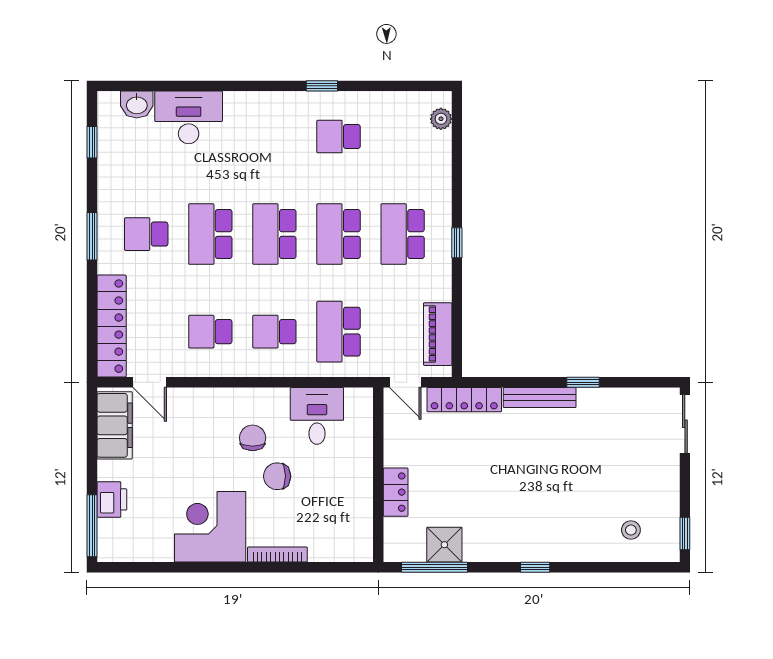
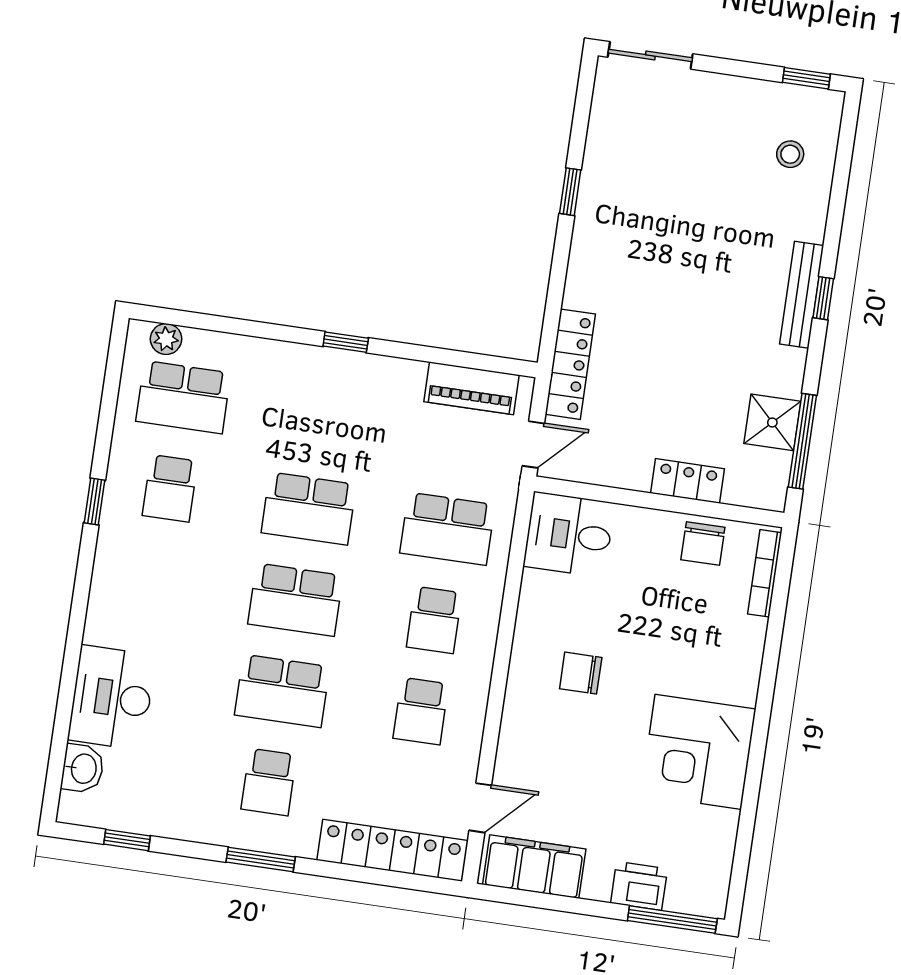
school desk: (403, 234) -> (183, 397), moved
bench: (540, 397) -> (802, 295), moved
desk: (317, 416) -> (569, 535), moved
chair: (277, 476) -> (703, 544), moved
bookcase: (277, 555) -> (765, 573), moved

